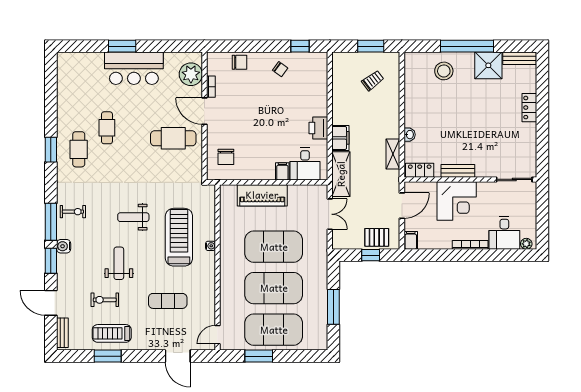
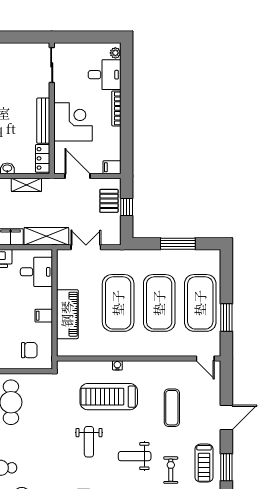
filing cabinet: (282, 171) -> (44, 316), moved
bench: (458, 171) -> (43, 121), width x1.36
exercise bike: (105, 300) -> (171, 470), turned 180
door: (178, 356) -> (226, 418), moved

